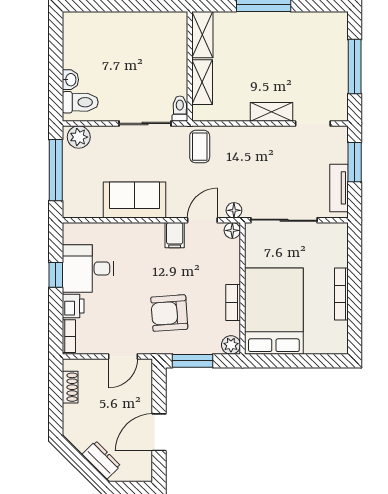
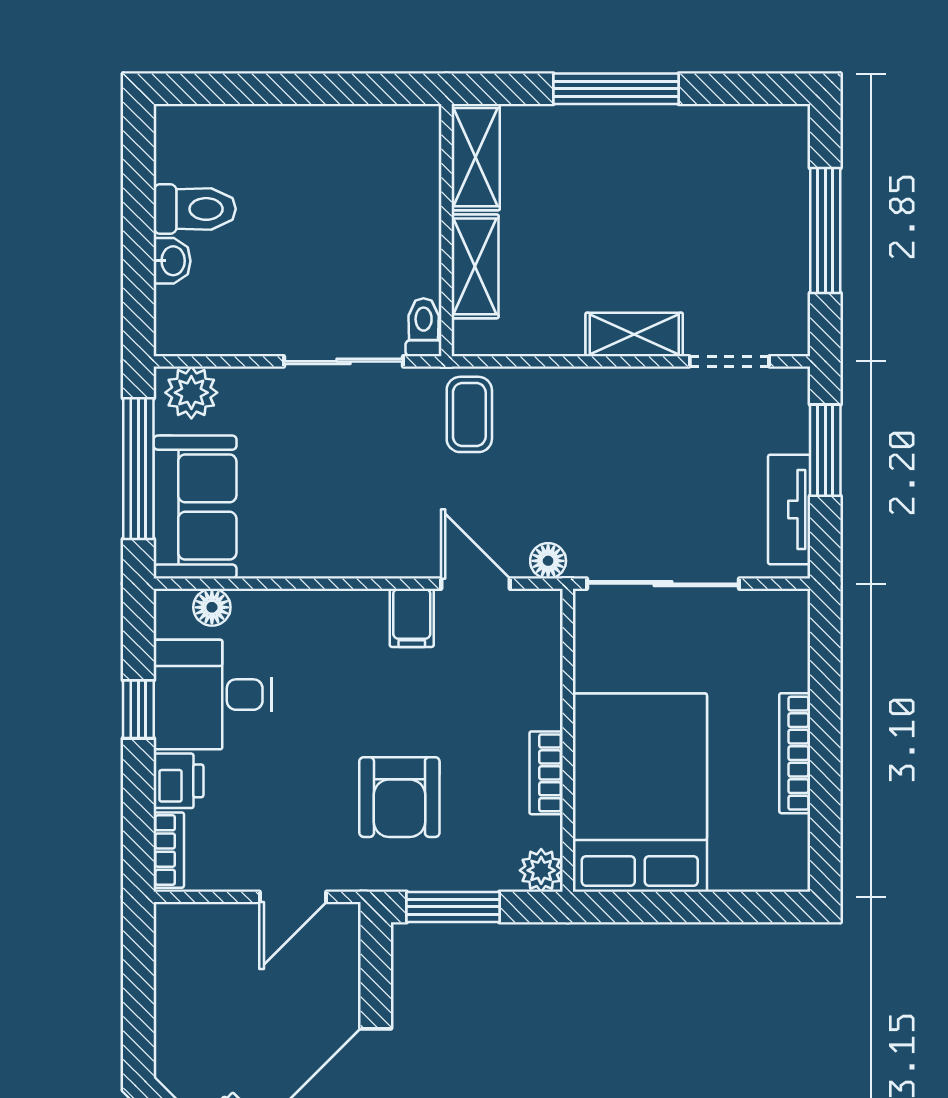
toilet: (80, 102) -> (195, 209), moved
sofa: (134, 200) -> (195, 507), moved, turned 90
door: (202, 220) -> (476, 584), hinge flipped
floor lamp: (232, 230) -> (212, 607), moved
armchair: (169, 313) -> (399, 797), turned -86
shoe rack: (70, 387) -> (172, 967), removed

